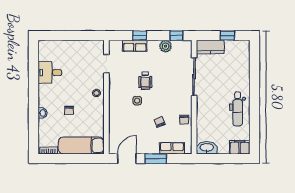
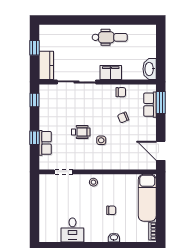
plant: (166, 46) -> (45, 111), removed
filing cabinet: (240, 147) -> (111, 73), moved, turned 90
window: (156, 159) -> (161, 103), moved

